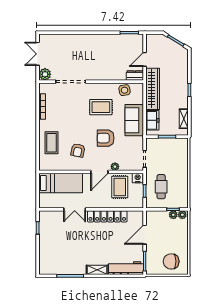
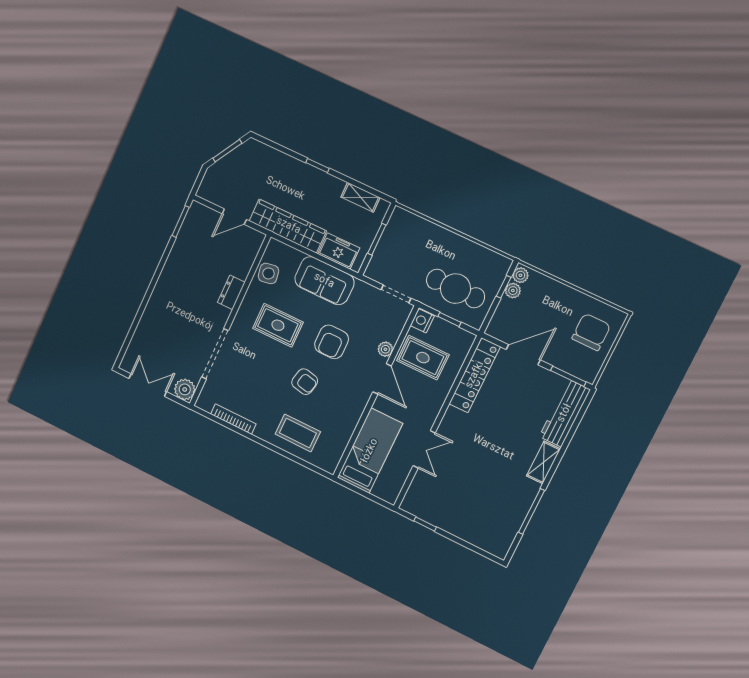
double door: (38, 54) -> (148, 385), swing flipped
door: (145, 59) -> (234, 217), hinge flipped
dresser: (135, 75) -> (231, 292), moved
rug: (101, 107) -> (278, 325), turned 90
armchair: (78, 150) -> (305, 382), moved
cafe table: (161, 187) -> (455, 289), width x1.37, depth x1.35
locker: (107, 216) -> (475, 375), moved
door: (145, 235) -> (523, 355), swing flipped
chair: (171, 261) -> (591, 332), turned 180

